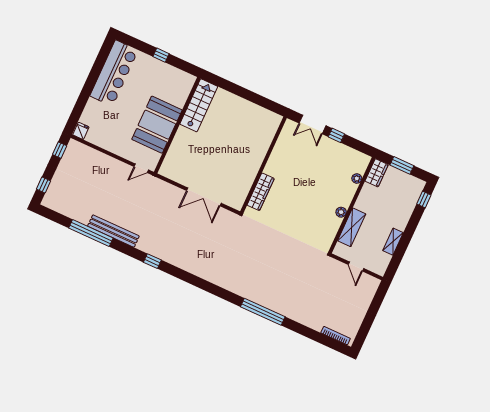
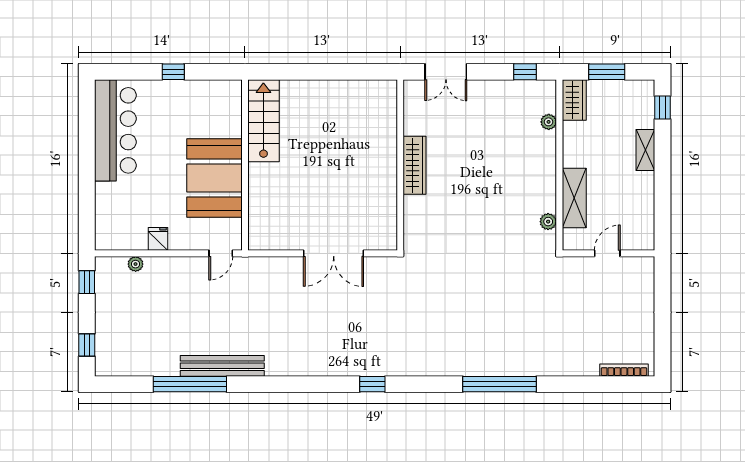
fridge: (81, 131) -> (158, 239), moved
window: (336, 135) -> (525, 72), moved
plant: (91, 152) -> (136, 264), added
wardrobe: (261, 192) -> (414, 165), moved
plant: (341, 212) -> (548, 222), moved
shelving: (393, 242) -> (645, 150), moved
window: (152, 261) -> (372, 384), moved
door: (356, 267) -> (607, 253), swing flipped

